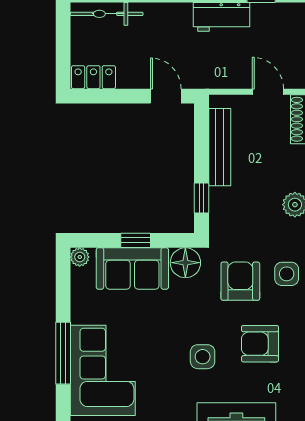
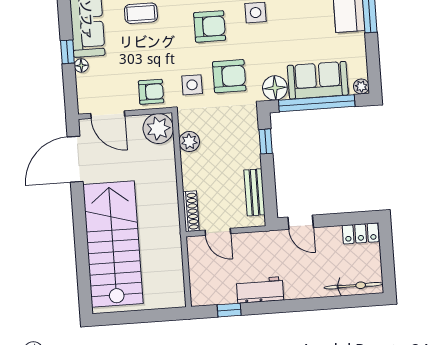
bench: (220, 147) -> (254, 192), width x0.73
window: (136, 240) -> (317, 103), width x3.17
armchair: (240, 281) -> (229, 76), turned -90

